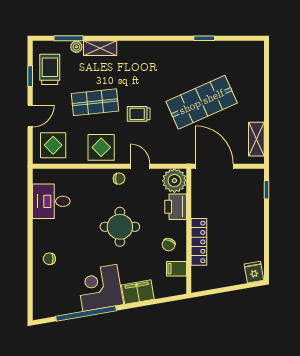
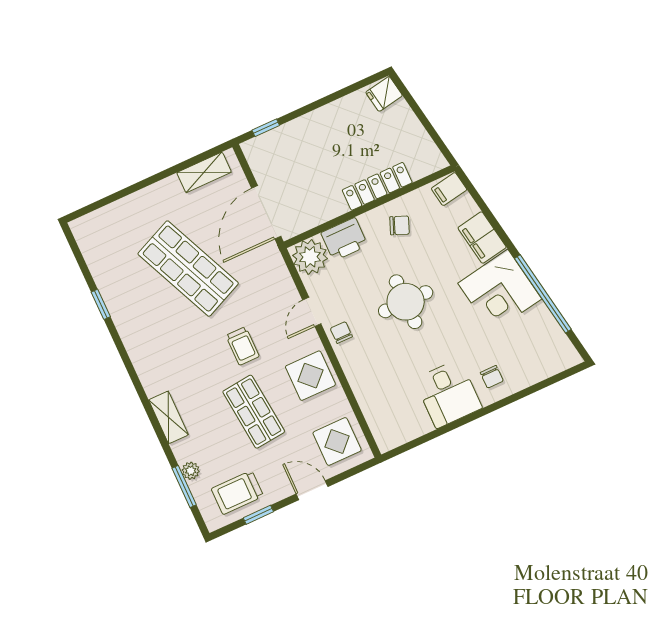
shelving: (100, 48) -> (168, 417), moved
desk: (51, 201) -> (448, 394), moved
filing cabinet: (176, 269) -> (449, 189), moved, turned 80

